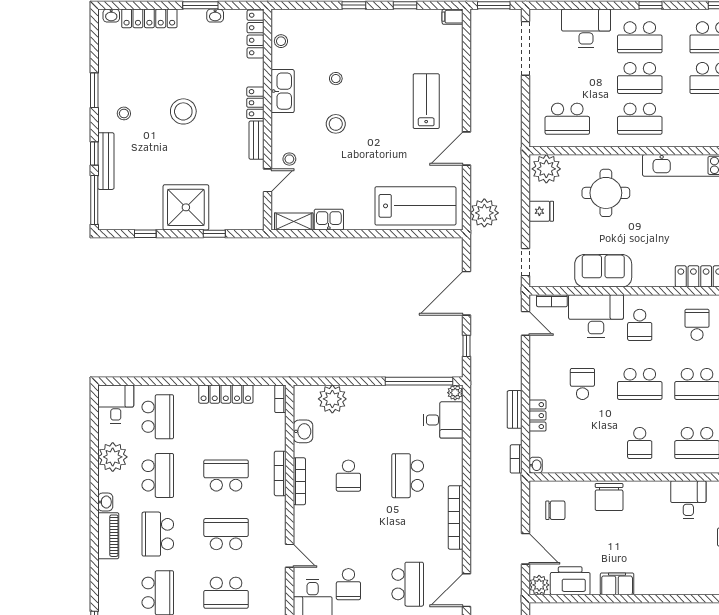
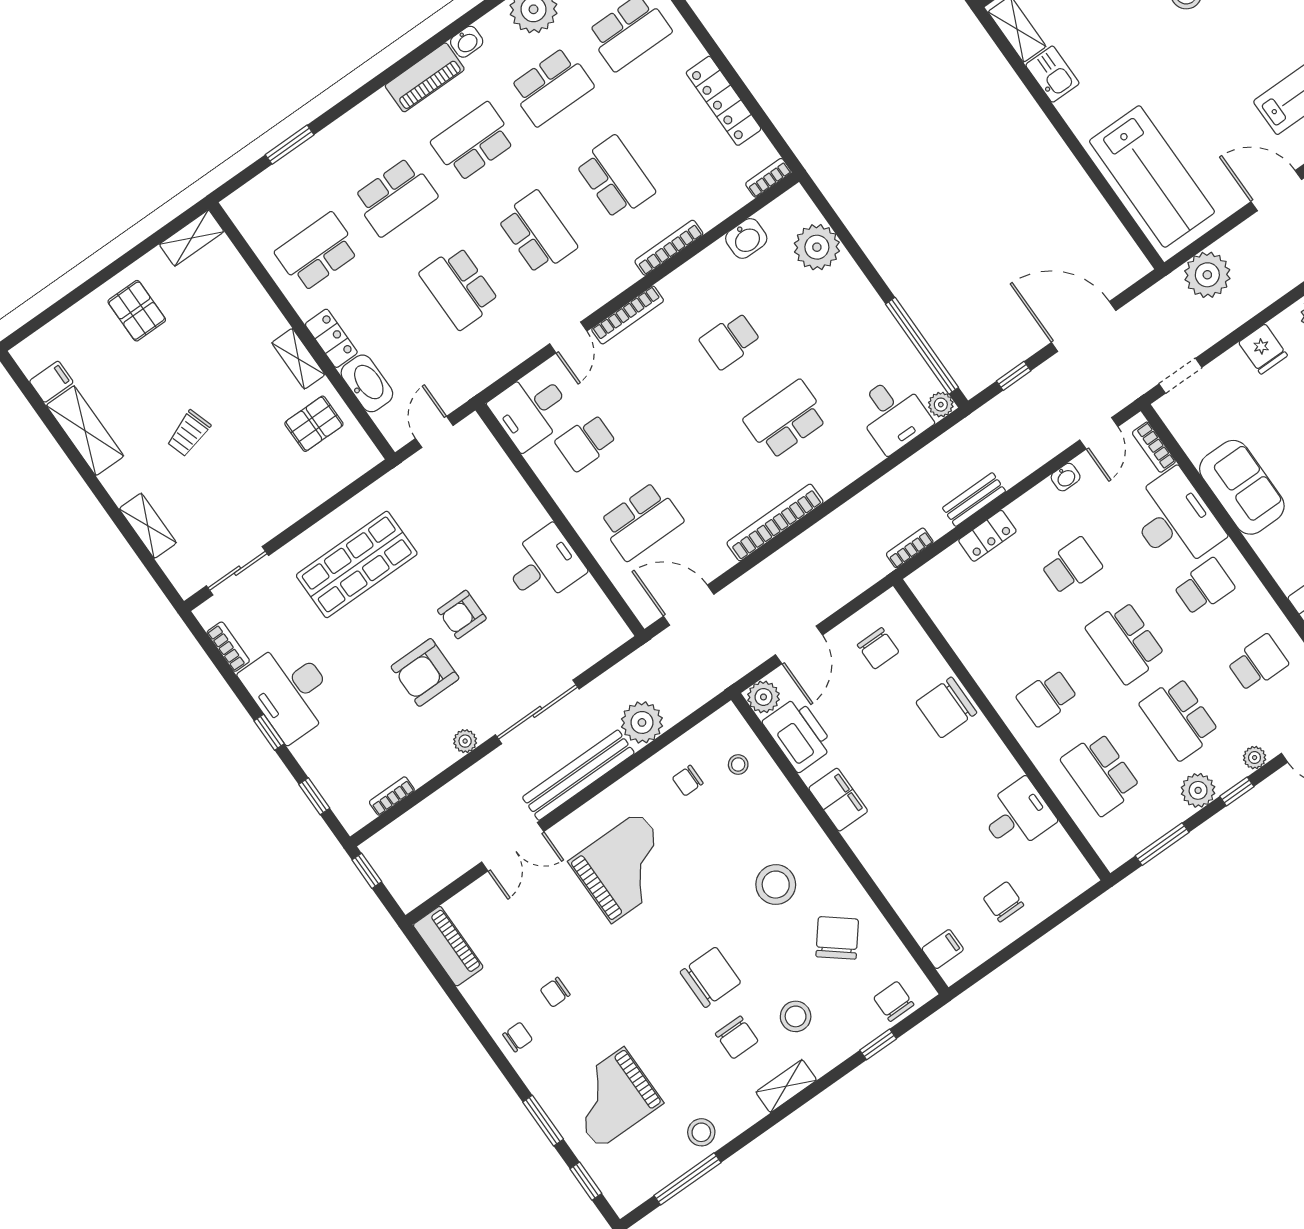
school desk: (640, 325) -> (1204, 587), turned 180
washbasin: (536, 465) -> (1066, 477), moved
bookcase: (299, 481) -> (628, 315), moved

